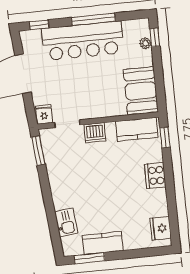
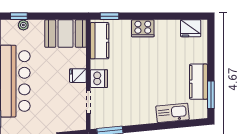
fridge: (44, 114) -> (78, 76), moved
kitchen sink: (66, 223) -> (173, 113), width x1.38

